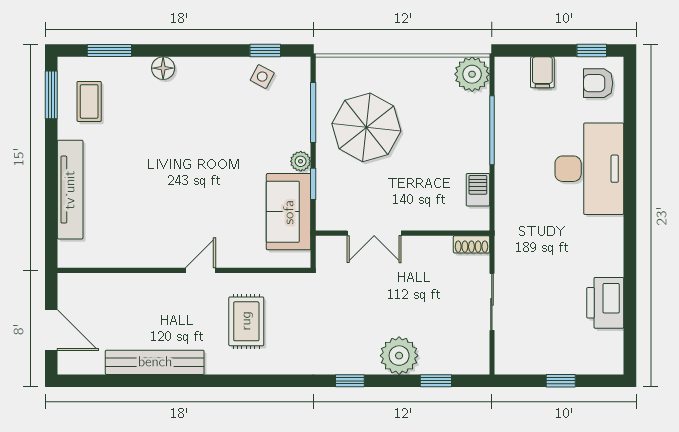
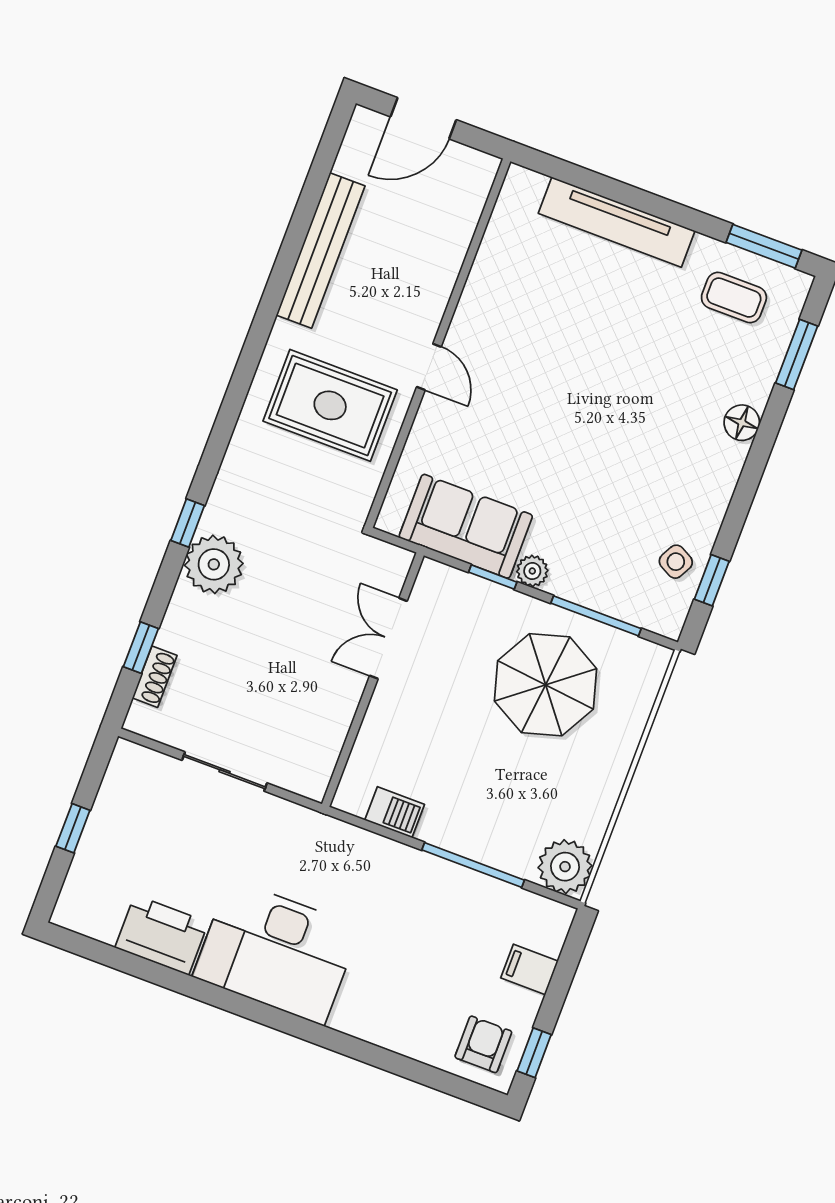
desk: (589, 169) -> (276, 952), moved
shoe rack: (471, 244) -> (155, 677), moved, turned 180
rug: (246, 321) -> (330, 405), width x1.36, depth x1.43
plant: (399, 356) -> (214, 564), moved

